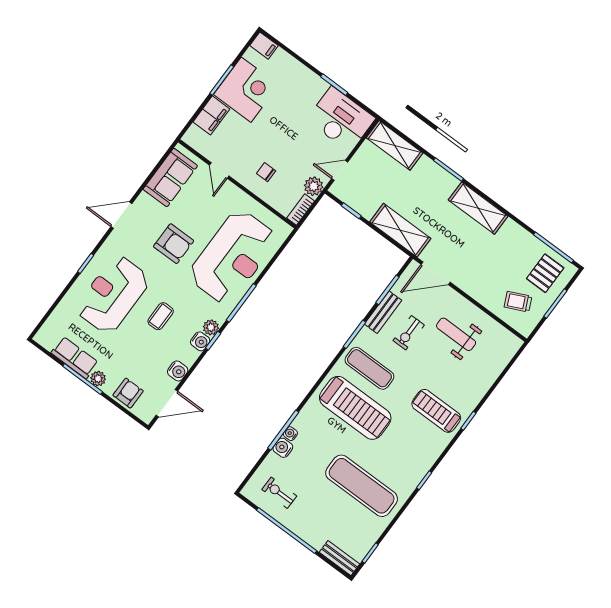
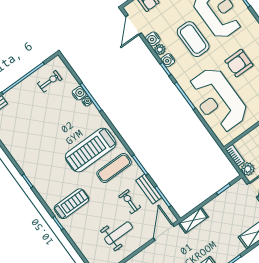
shelving: (400, 230) -> (193, 220), width x0.67, depth x0.75
coffee table: (161, 316) -> (193, 39), width x1.86, depth x1.72
plant: (211, 327) -> (160, 50), moved
exercise mat: (362, 486) -> (37, 138), removed

